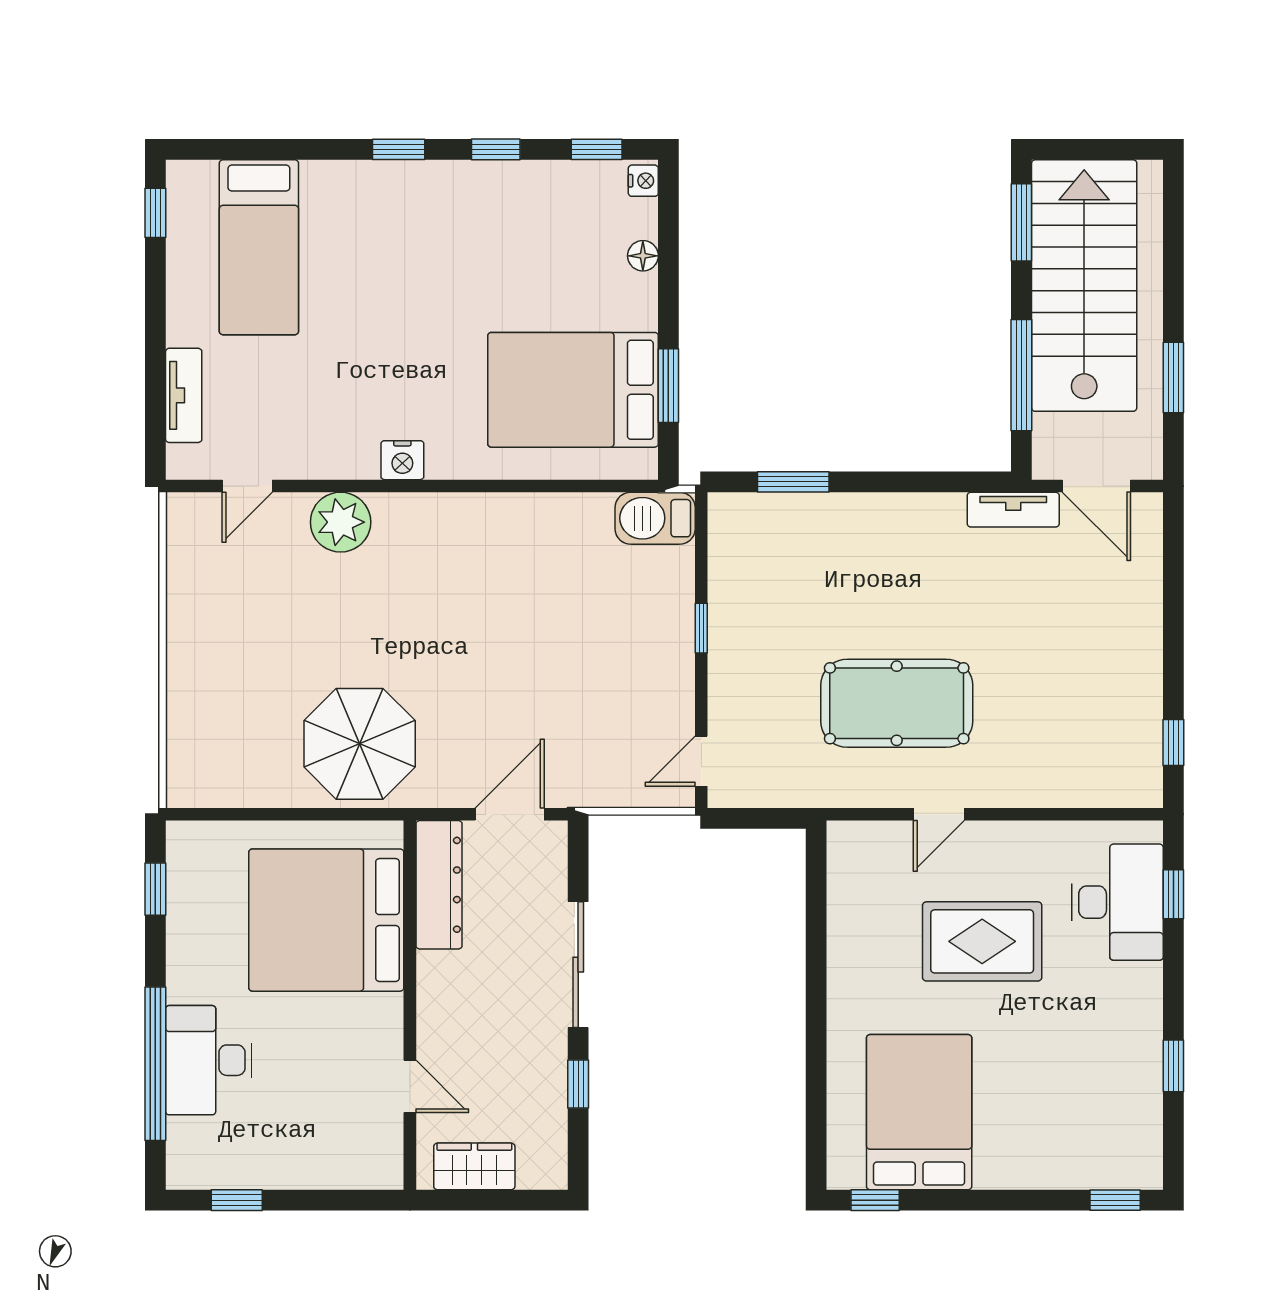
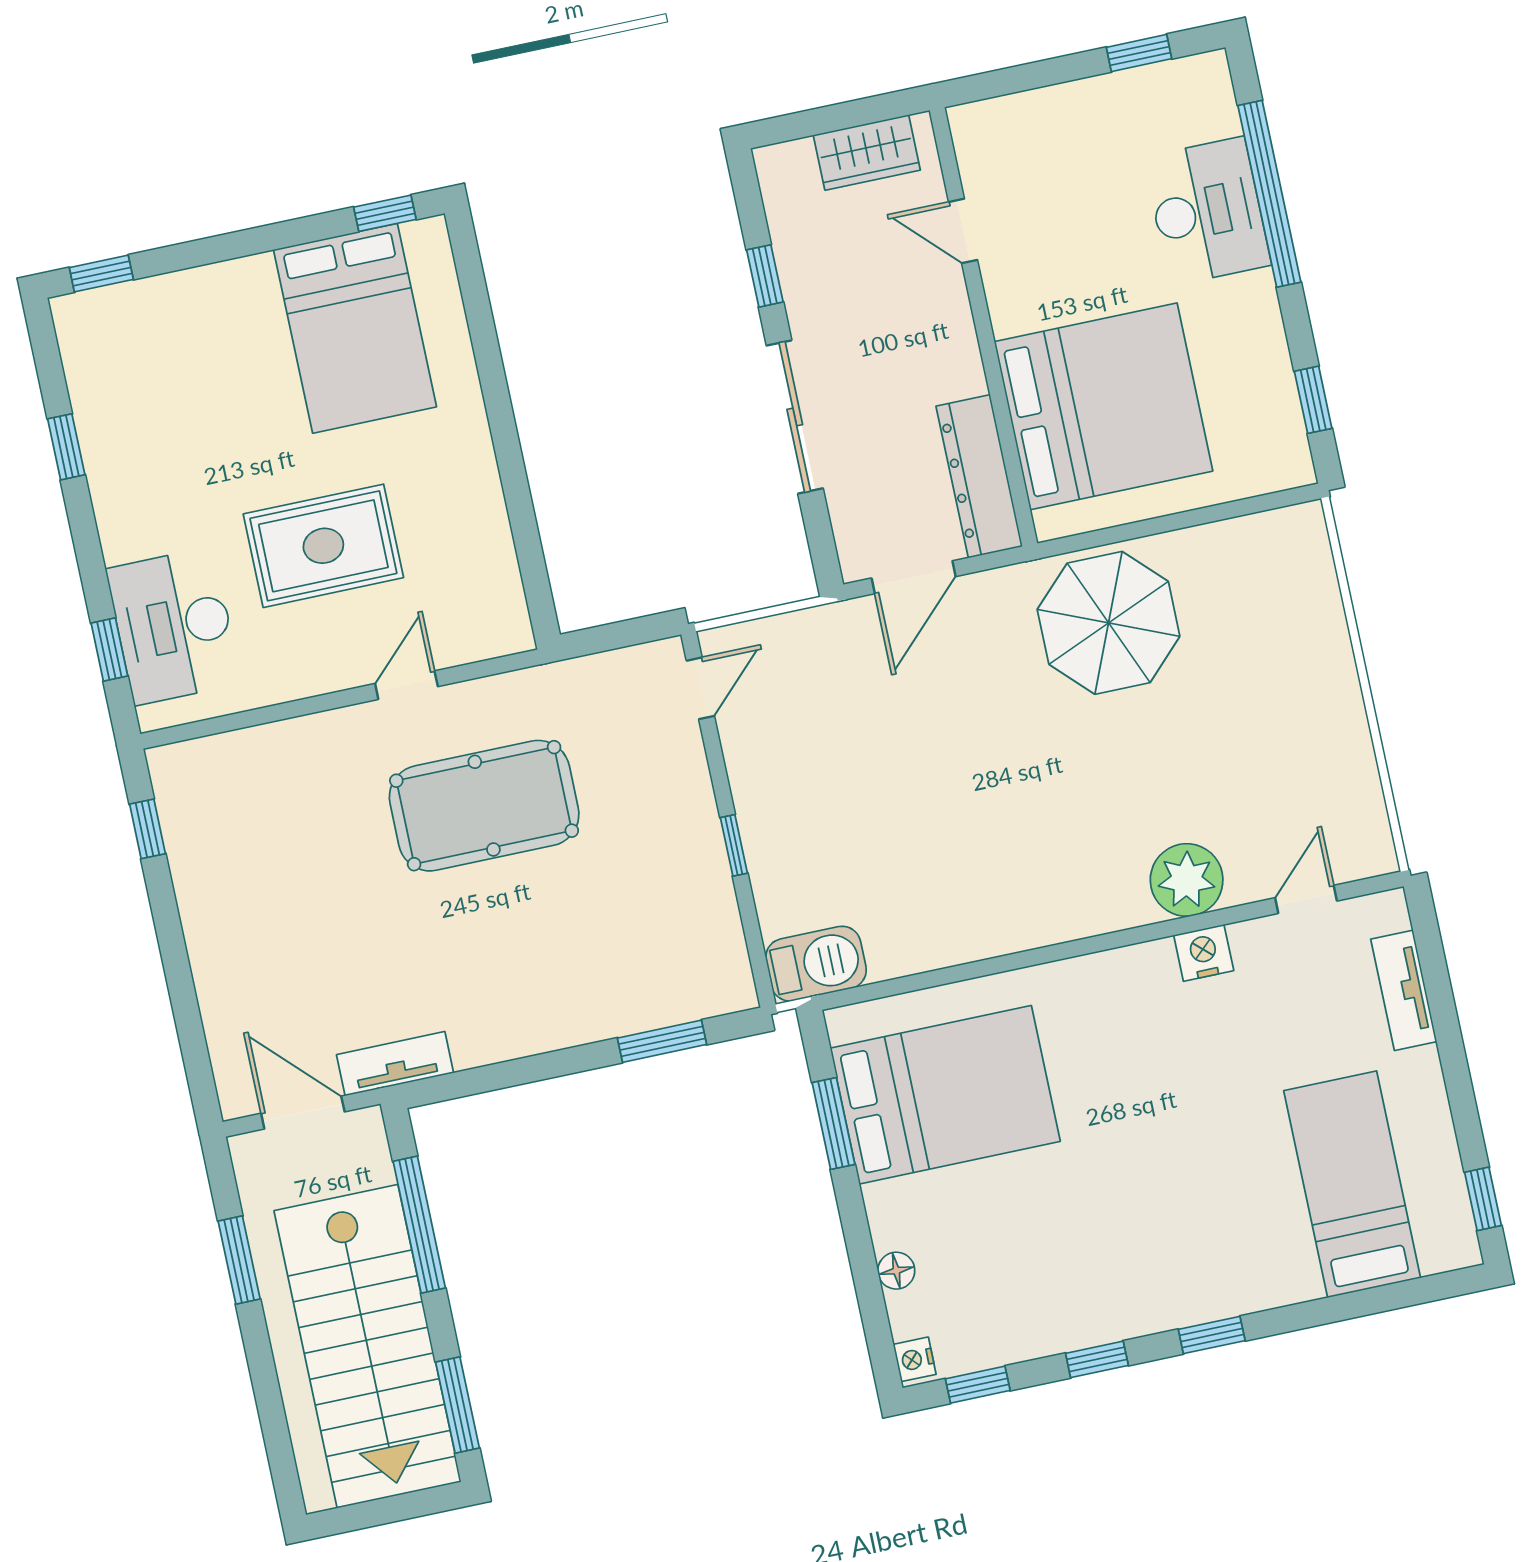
nightstand: (402, 460) -> (1204, 953), moved

